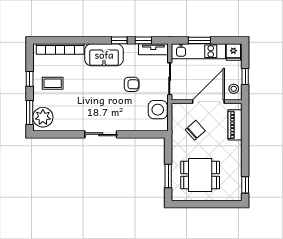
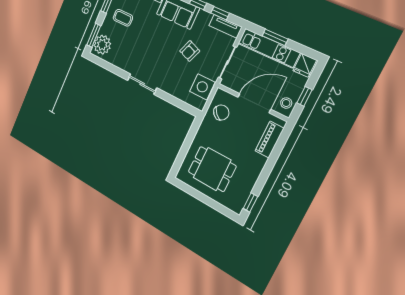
armchair: (132, 84) -> (190, 51), turned 111
chair: (195, 130) -> (221, 113), moved
window: (168, 176) -> (182, 153), removed

